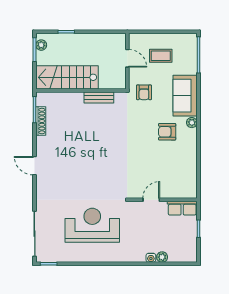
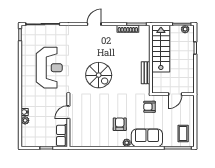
coffee table: (161, 56) -> (183, 134), moved
spiral stairs: (102, 160) -> (99, 75), added
door: (151, 200) -> (68, 112), swing flipped

